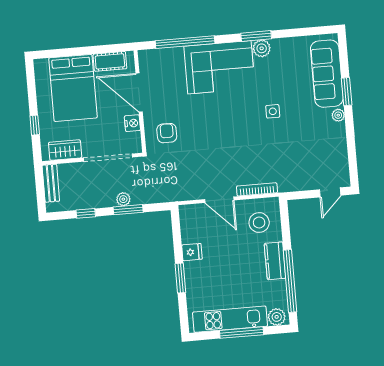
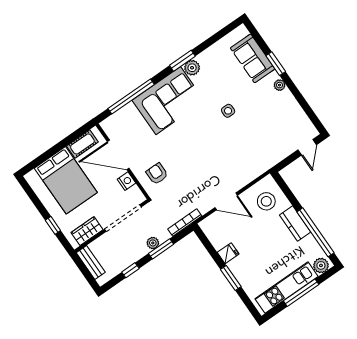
sofa: (327, 74) -> (253, 58), width x0.73
bookcase: (257, 189) -> (185, 223), moved

